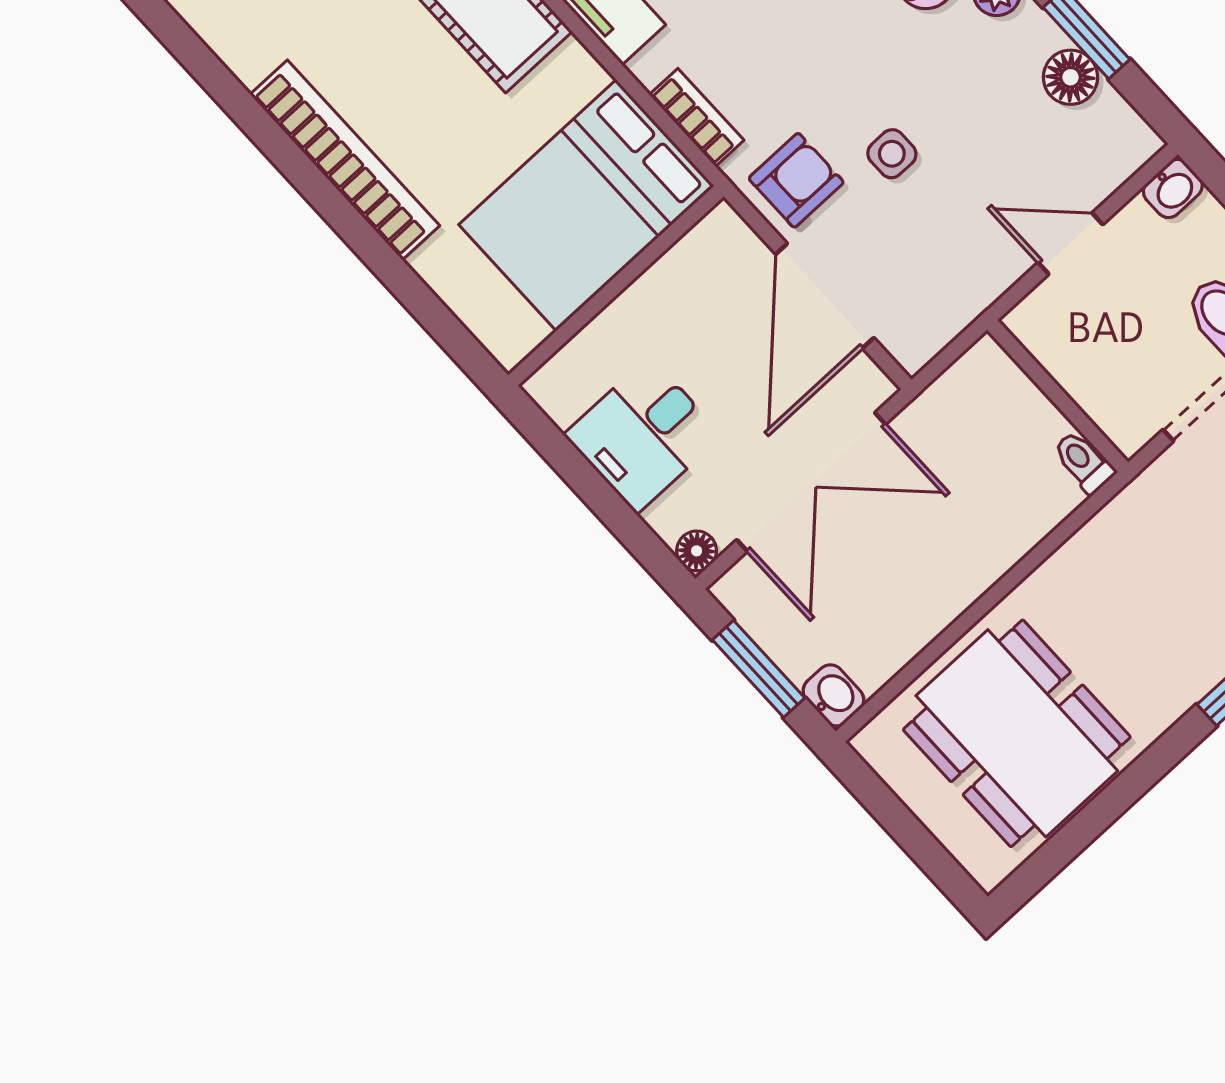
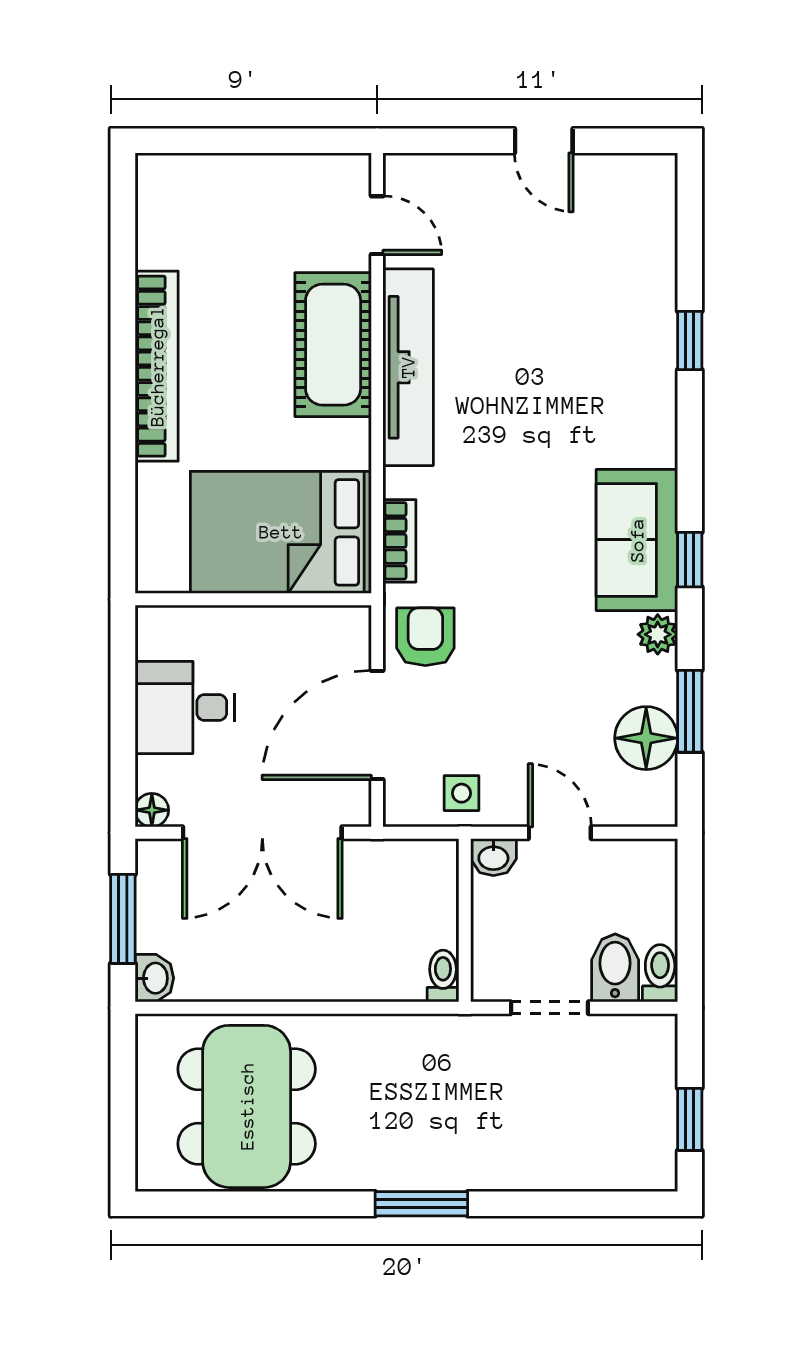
floor lamp: (1071, 77) -> (646, 738), width x1.38, depth x1.38
side table: (892, 154) -> (462, 793), moved
armchair: (796, 180) -> (425, 637), turned -90
washbasin: (1173, 188) -> (493, 857), moved

